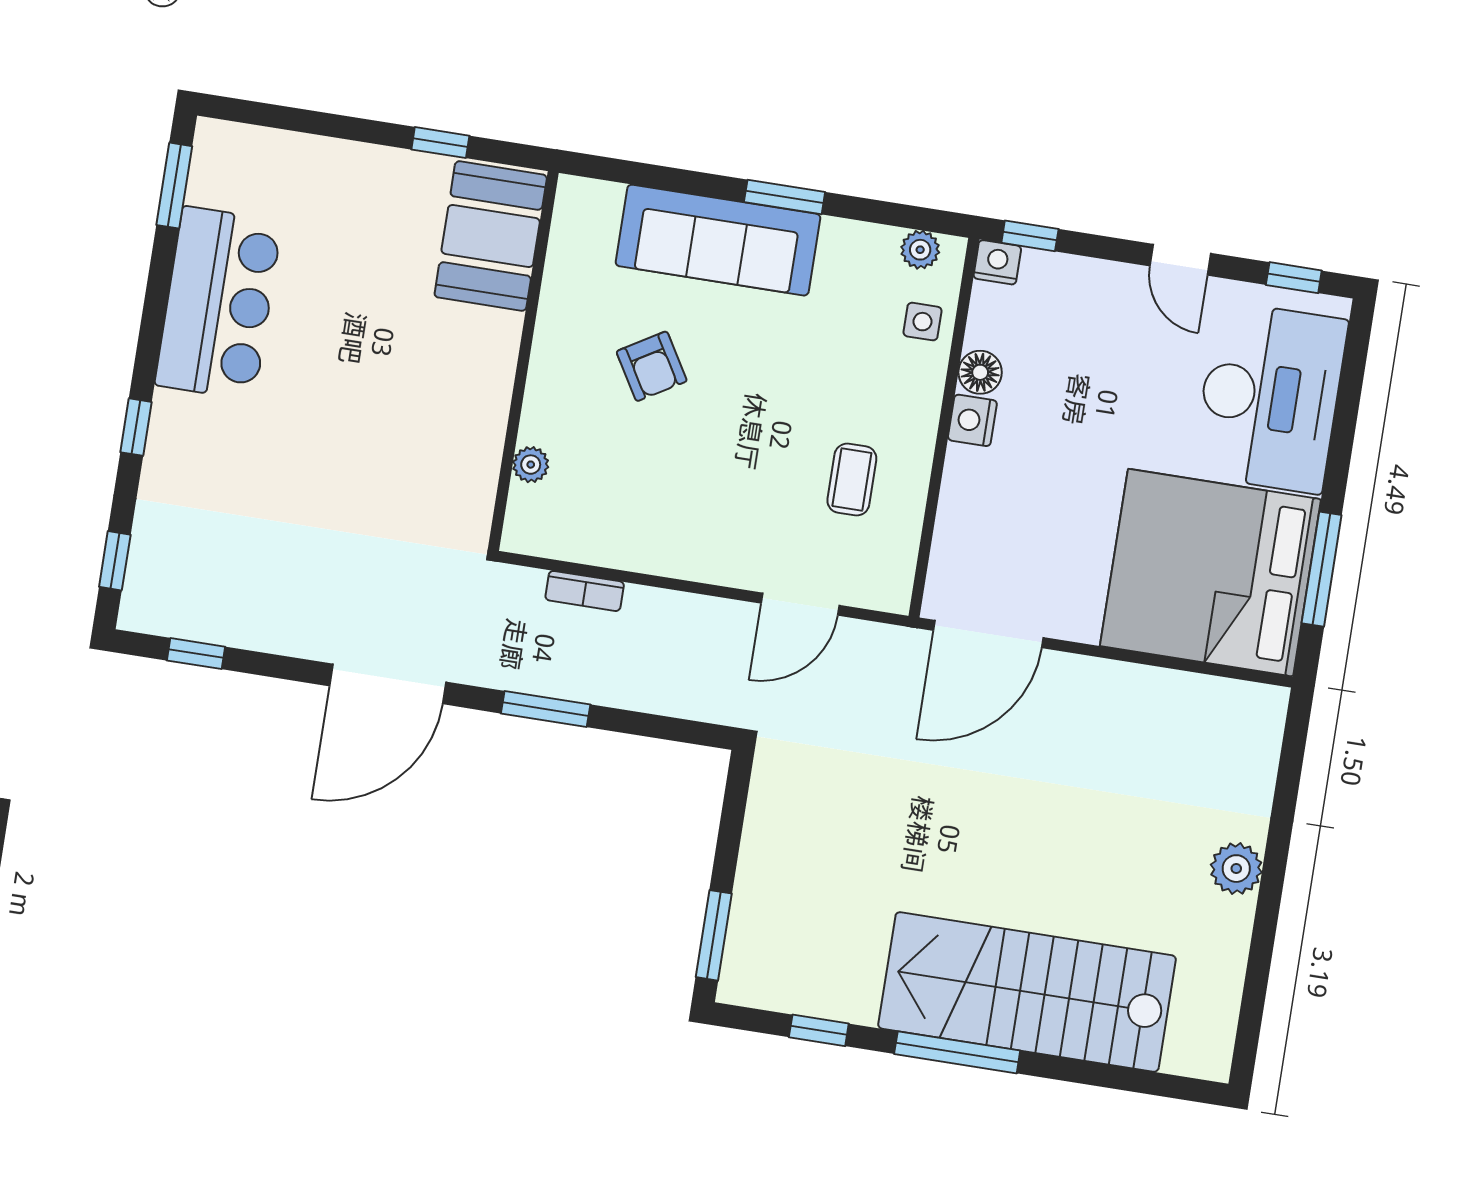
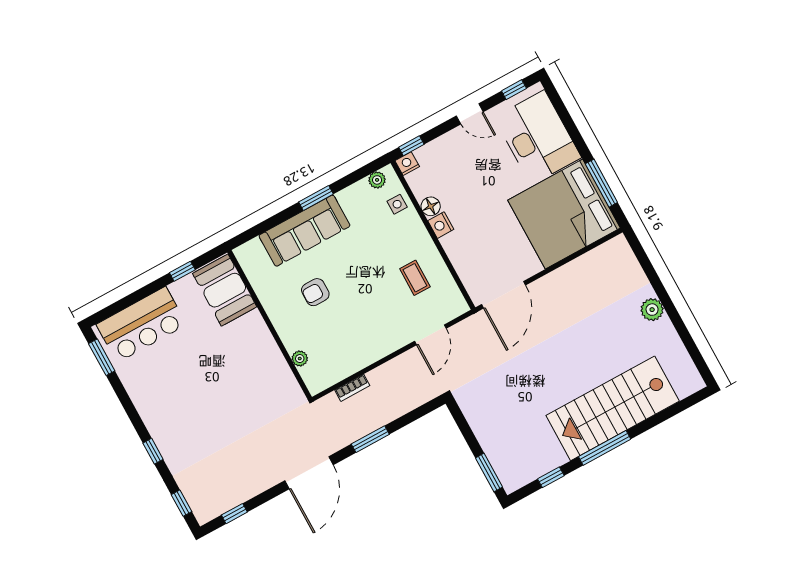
bar counter: (218, 303) -> (141, 325), moved, turned 90
armchair: (652, 366) -> (315, 292), turned 121

